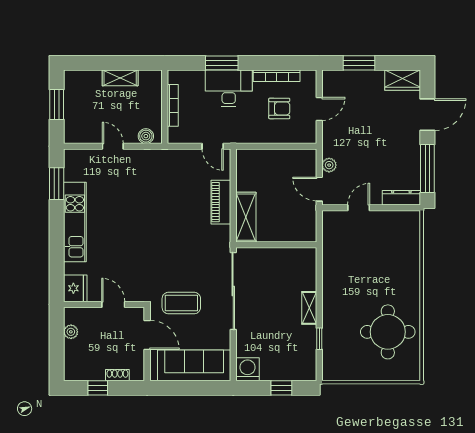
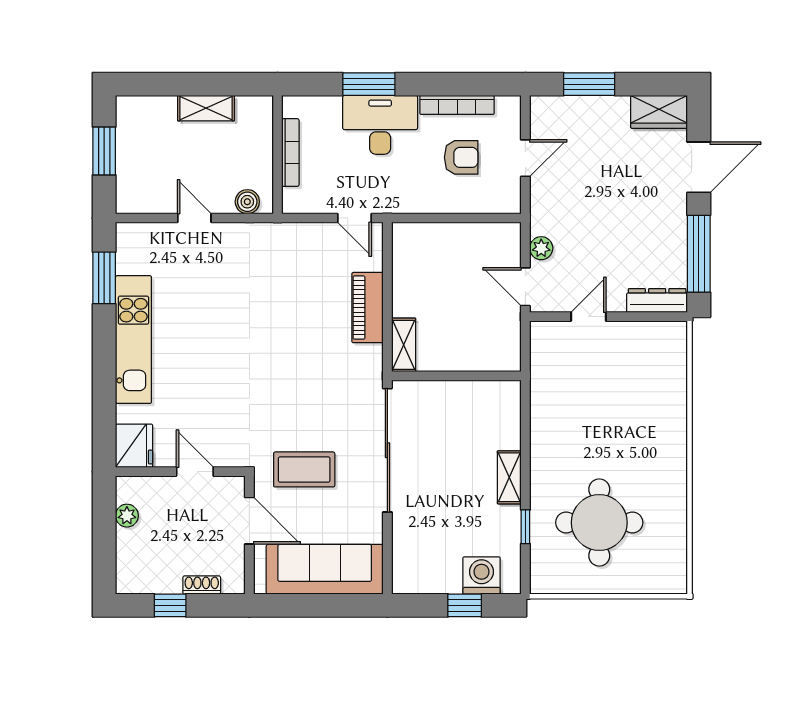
shelving: (246, 217) -> (404, 345), width x0.67, depth x0.75
round table: (388, 332) -> (599, 523), moved
washing machine: (248, 369) -> (482, 576), moved

